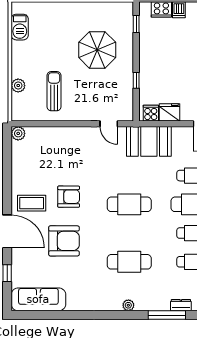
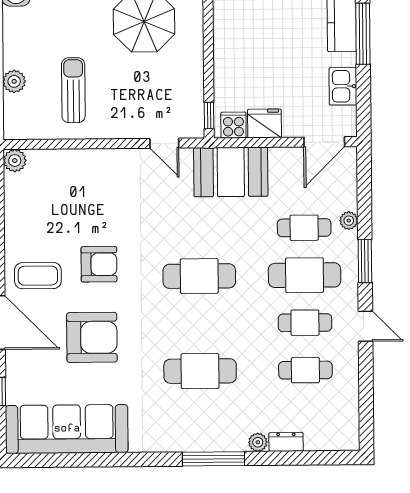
window: (136, 80) -> (209, 115), moved
sofa: (38, 299) -> (67, 429), width x1.36, depth x1.27
plant: (128, 305) -> (258, 442), moved
window: (167, 315) -> (214, 459), moved

